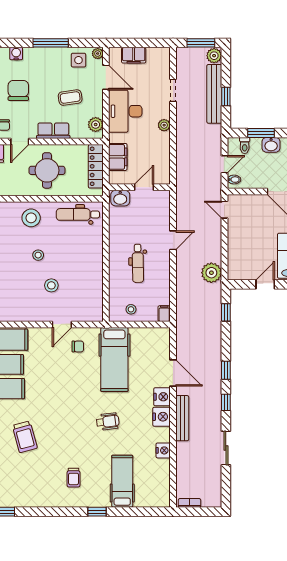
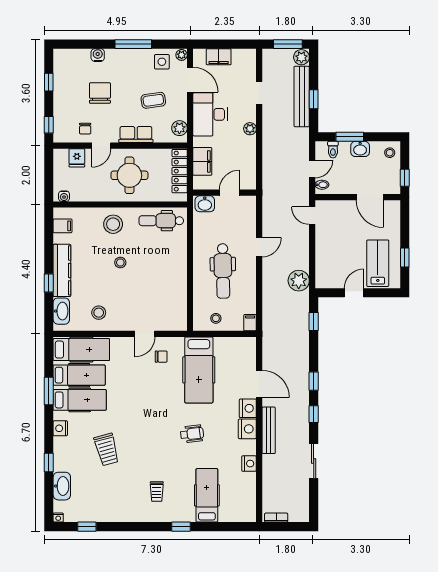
dental chair: (138, 263) -> (223, 271), width x1.36, depth x1.38
stool: (51, 285) -> (99, 313), moved

